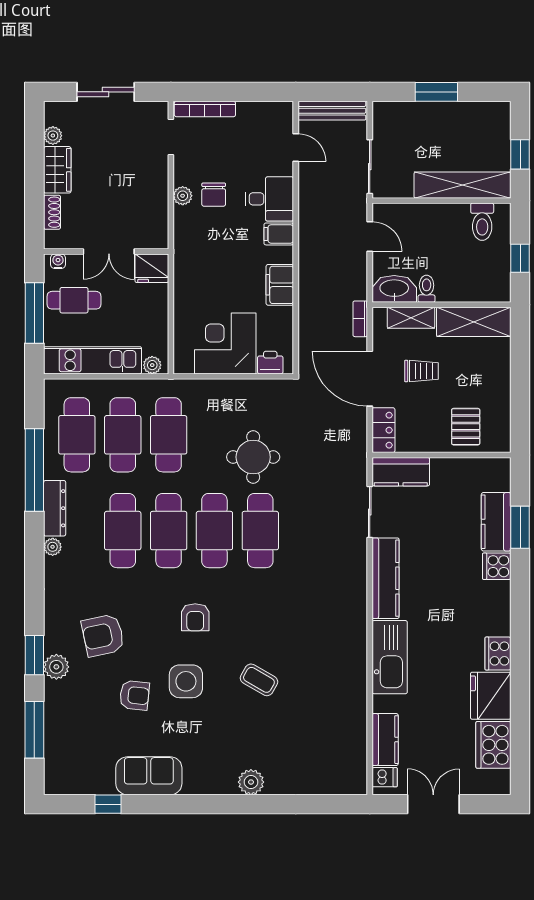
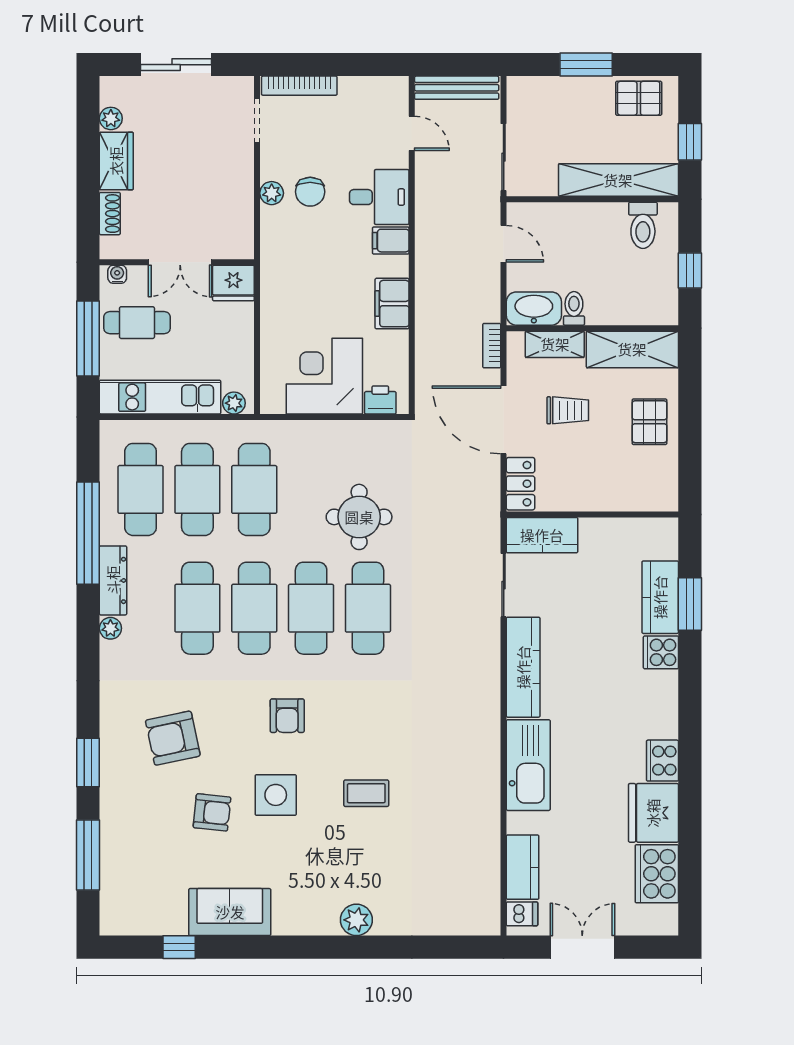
pallet: (479, 119) -> (639, 98), added
pallet: (466, 427) -> (649, 422), moved
plant: (56, 667) -> (115, 777), removed
coffee table: (259, 680) -> (366, 793), turned -30

